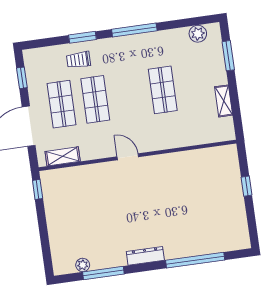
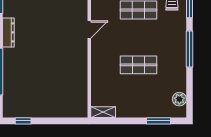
shelving: (224, 101) -> (103, 112), moved
window: (247, 186) -> (23, 121), moved

